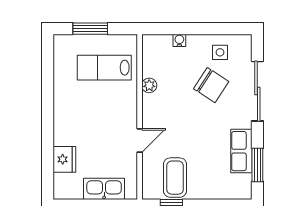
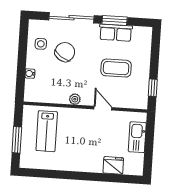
plant: (149, 85) -> (75, 99), moved
window: (257, 165) -> (115, 21), moved
coffee table: (175, 178) -> (116, 68), moved

